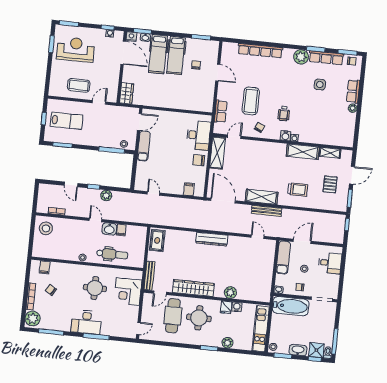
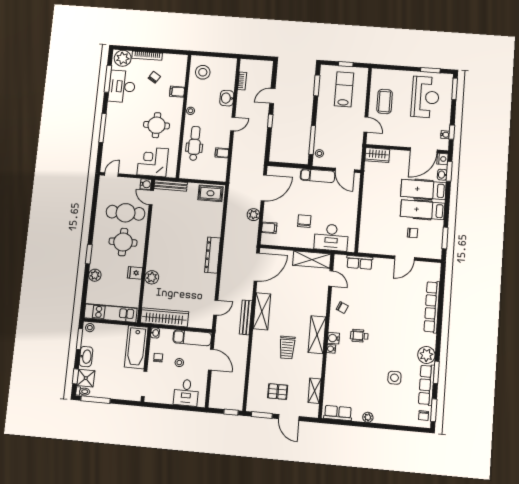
row of seats: (353, 91) -> (338, 413), moved
coffee table: (251, 101) -> (373, 297), removed
lab bench: (67, 121) -> (344, 89), turned 180
shelving: (303, 152) -> (317, 335), moved
chair: (199, 160) -> (304, 221), moved
trolley: (298, 190) -> (287, 347), moved
door: (153, 193) -> (264, 188), width x1.88
plant: (106, 196) -> (253, 215), moved
stool: (46, 228) -> (203, 72), moved
washbasin: (109, 229) -> (227, 98), moved
dental chair: (112, 254) -> (195, 143), turned 180
filing cabinet: (45, 267) -> (177, 92), moved
wardrobe: (193, 288) -> (164, 317), moved, turned -90
water cooler: (237, 307) -> (146, 184), moved
desk: (86, 322) -> (122, 86), moved
door: (138, 328) -> (111, 175), swing flipped

